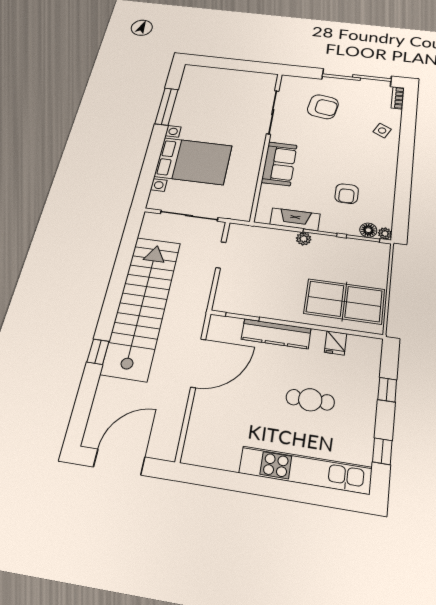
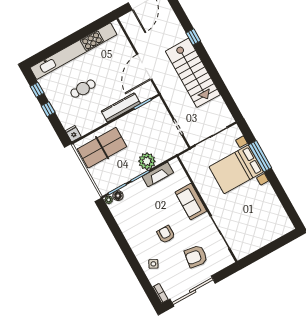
window: (167, 106) -> (260, 156), moved
armchair: (347, 194) -> (166, 234), moved
plant: (304, 239) -> (147, 161), width x1.87, depth x1.87
stairs: (142, 306) -> (193, 73), width x0.73
fridge: (336, 343) -> (73, 134), moved
window: (387, 390) -> (48, 109), moved
kitchen unit: (306, 470) -> (73, 51), width x1.36

